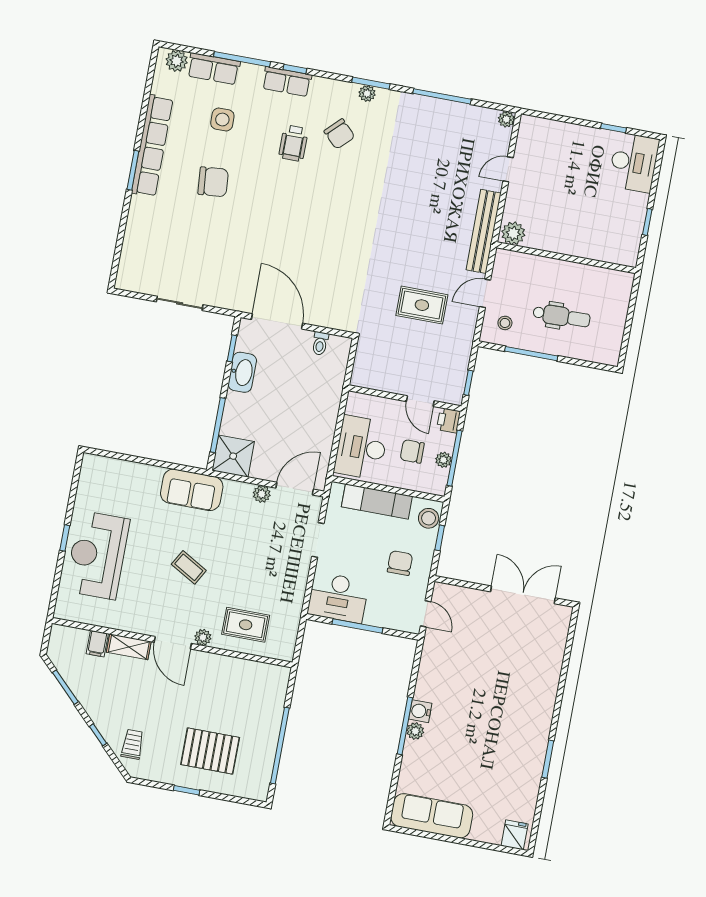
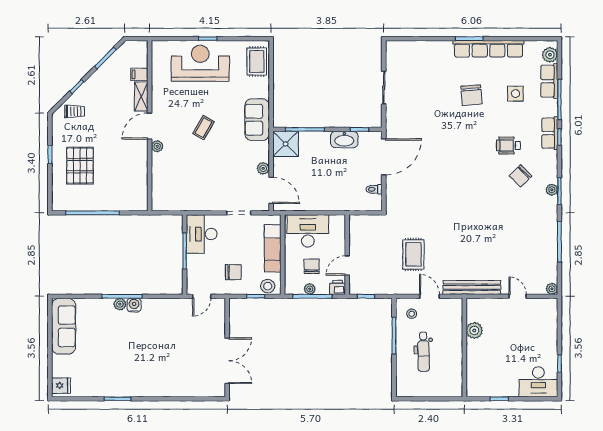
plant: (513, 233) -> (474, 330), moved
rug: (246, 625) -> (257, 62), moved

